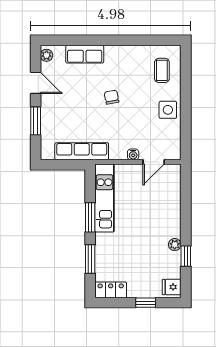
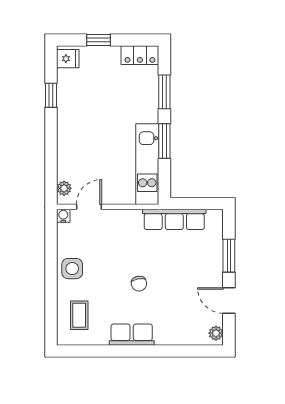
row of seats: (85, 54) -> (132, 335), moved
water cooler: (133, 154) -> (63, 216), moved
plant: (175, 245) -> (64, 188), moved

